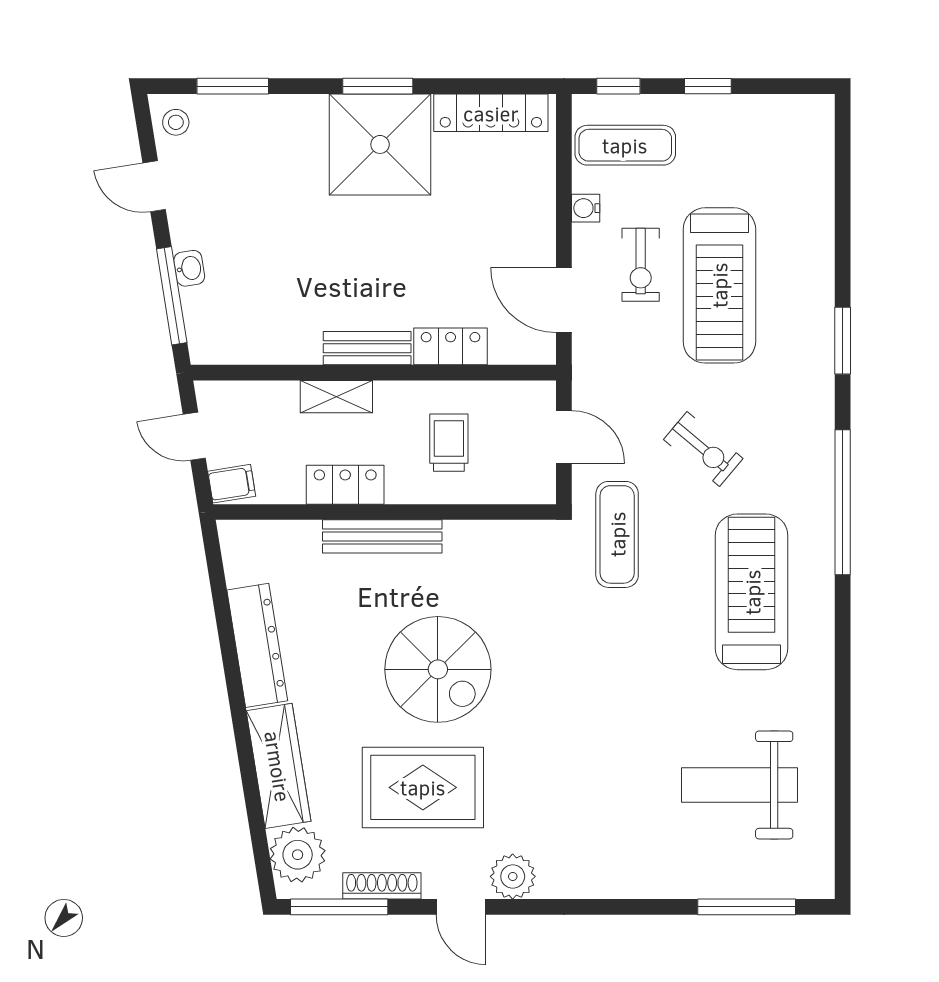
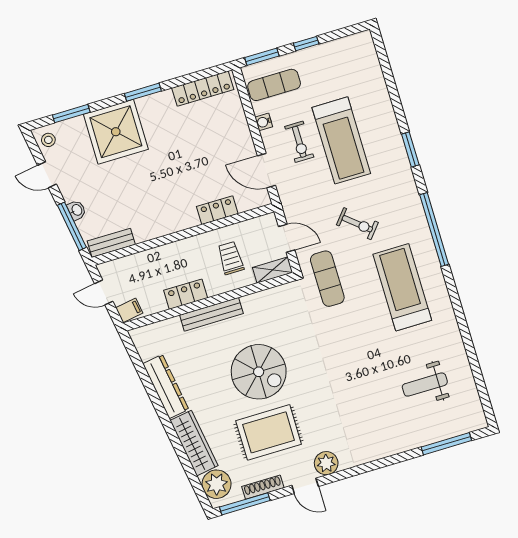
window: (618, 86) -> (262, 57), width x1.50
shower: (380, 144) -> (116, 132), moved
bench: (367, 348) -> (111, 243), moved
shelving: (336, 397) -> (273, 270), moved
weight bench: (739, 785) -> (425, 385), width x0.73, depth x0.75

